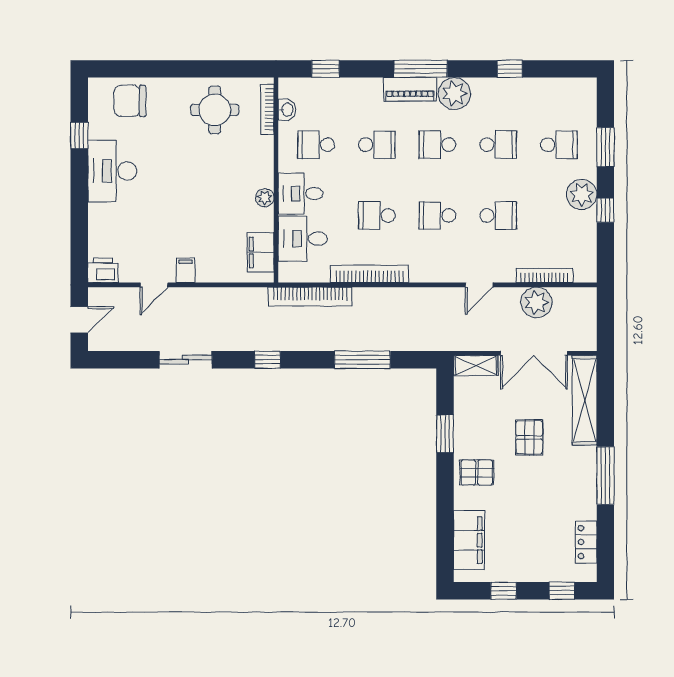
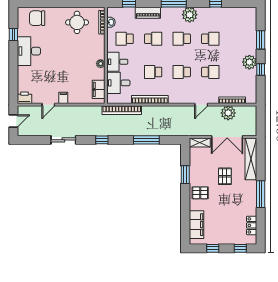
piano: (410, 89) -> (148, 13), moved
school desk: (559, 145) -> (239, 39), removed

